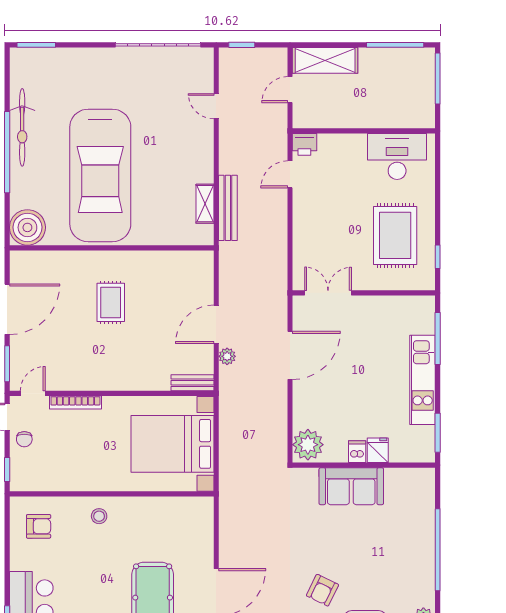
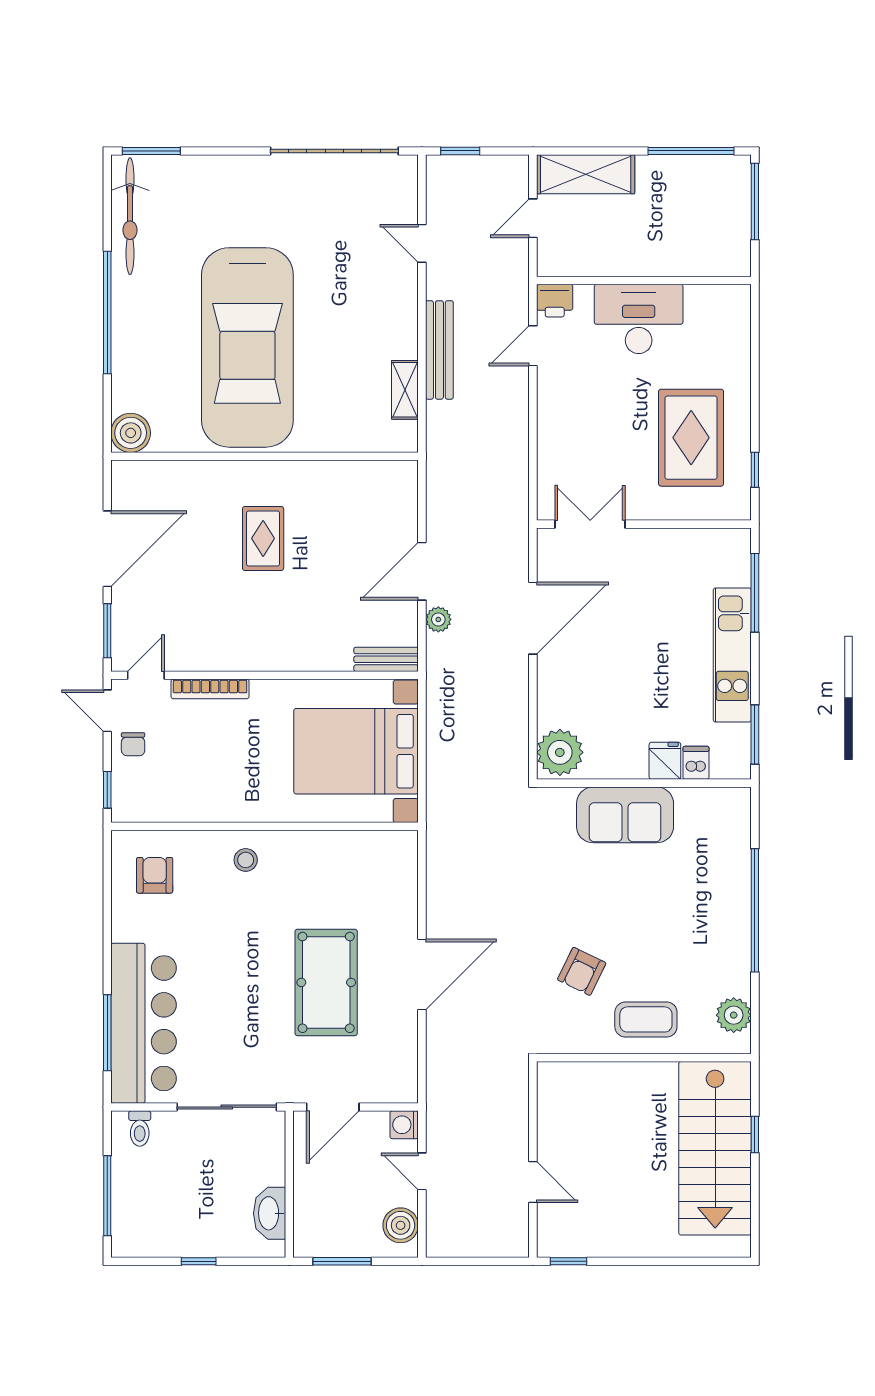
bicycle: (22, 127) -> (130, 216), moved
desk: (397, 157) -> (639, 319), moved
bench: (228, 208) -> (439, 350), moved
boiler: (27, 227) -> (131, 433), width x0.73, depth x0.73
dishwasher: (357, 452) -> (696, 763), moved
armchair: (39, 526) -> (155, 875), turned -90

